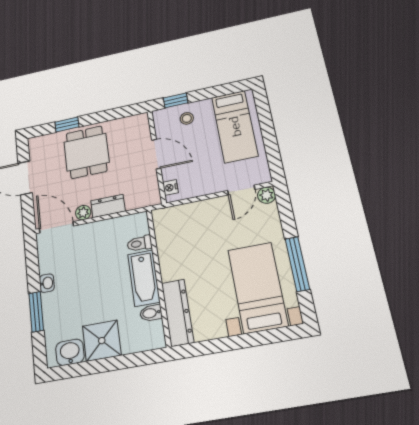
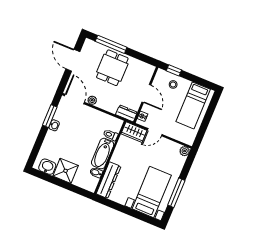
window: (67, 124) -> (111, 44), width x2.17
door: (241, 190) -> (155, 132), moved
dresser: (108, 206) -> (126, 113), moved
wardrobe: (172, 217) -> (134, 132), added
window: (36, 312) -> (50, 116), moved

